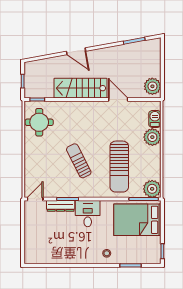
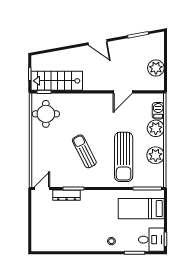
door: (76, 51) -> (98, 42), moved
plant: (152, 86) -> (156, 68), moved
stairs: (81, 88) -> (57, 81), moved
door: (118, 100) -> (123, 92), swing flipped
plant: (152, 189) -> (156, 155), moved
desk: (88, 214) -> (151, 240), moved, turned 90
bed: (137, 220) -> (141, 209), width x0.67

